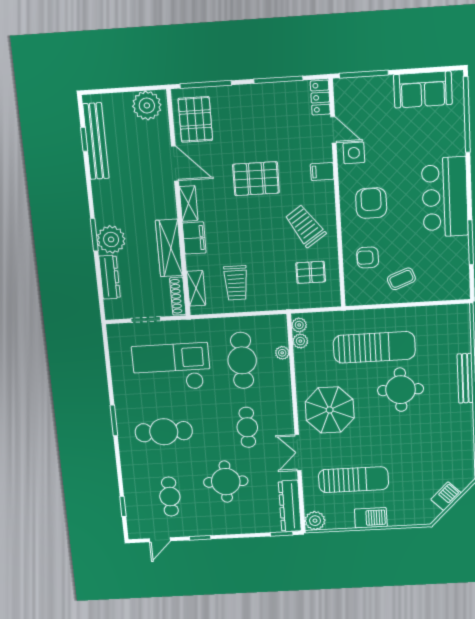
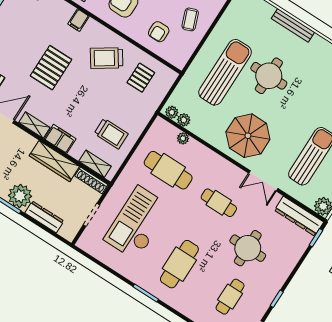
cafe table: (170, 497) -> (230, 297), turned 90

